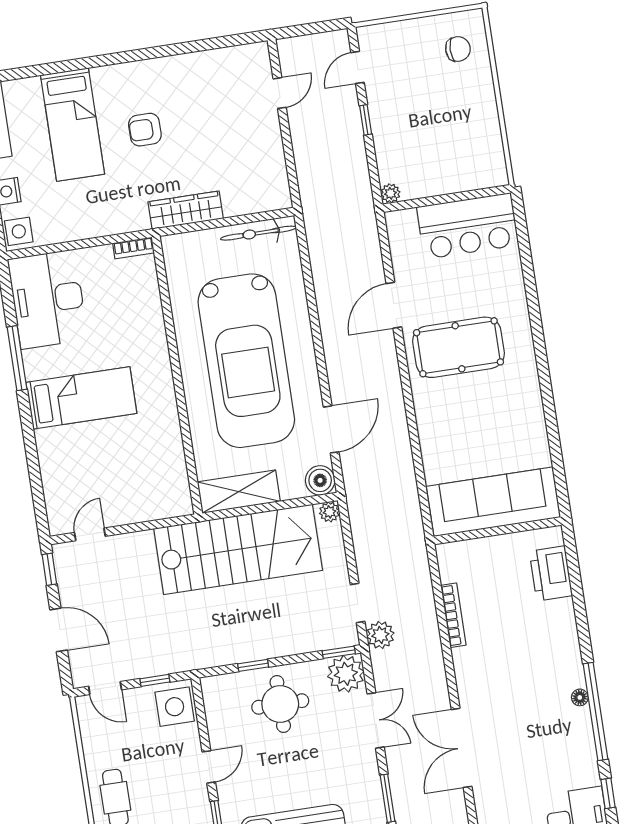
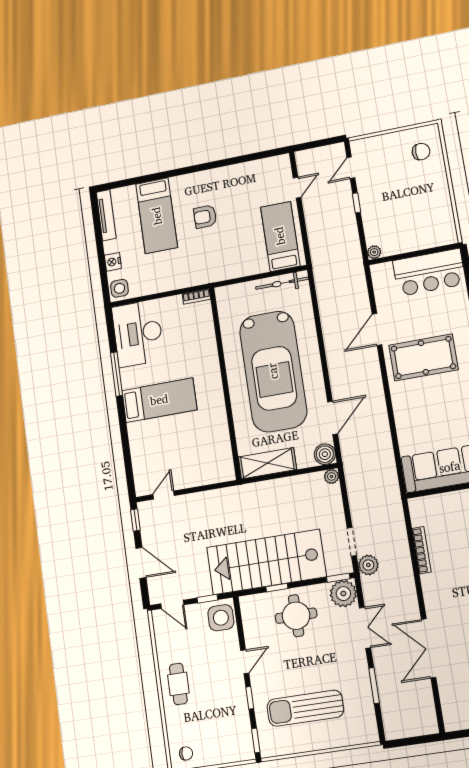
bed: (256, 164) -> (280, 236), added
wardrobe: (186, 210) -> (232, 270), removed
stairs: (238, 549) -> (266, 562), moved, turned 180

